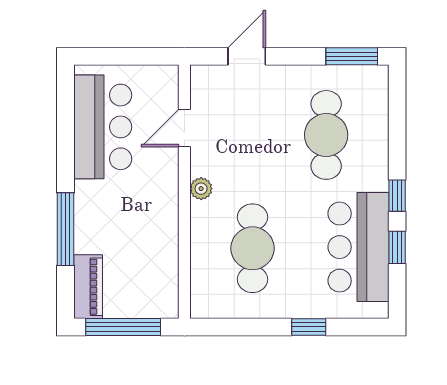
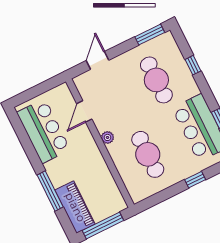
window: (397, 196) -> (193, 65), moved
piano: (88, 287) -> (75, 207), width x1.37, depth x1.33

